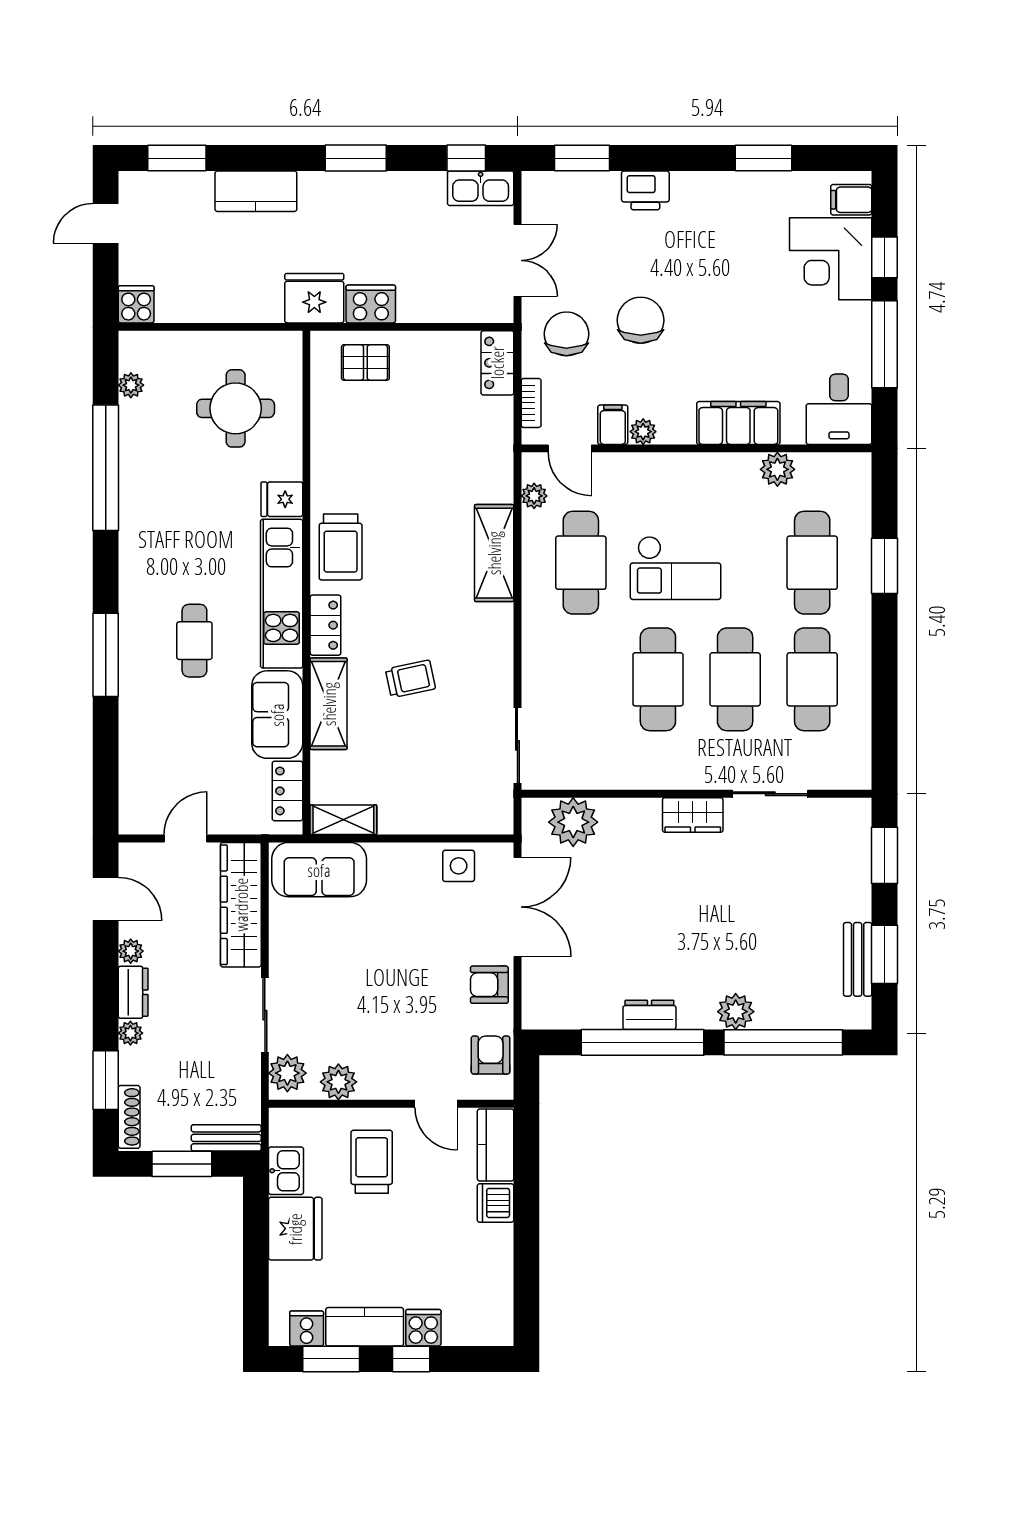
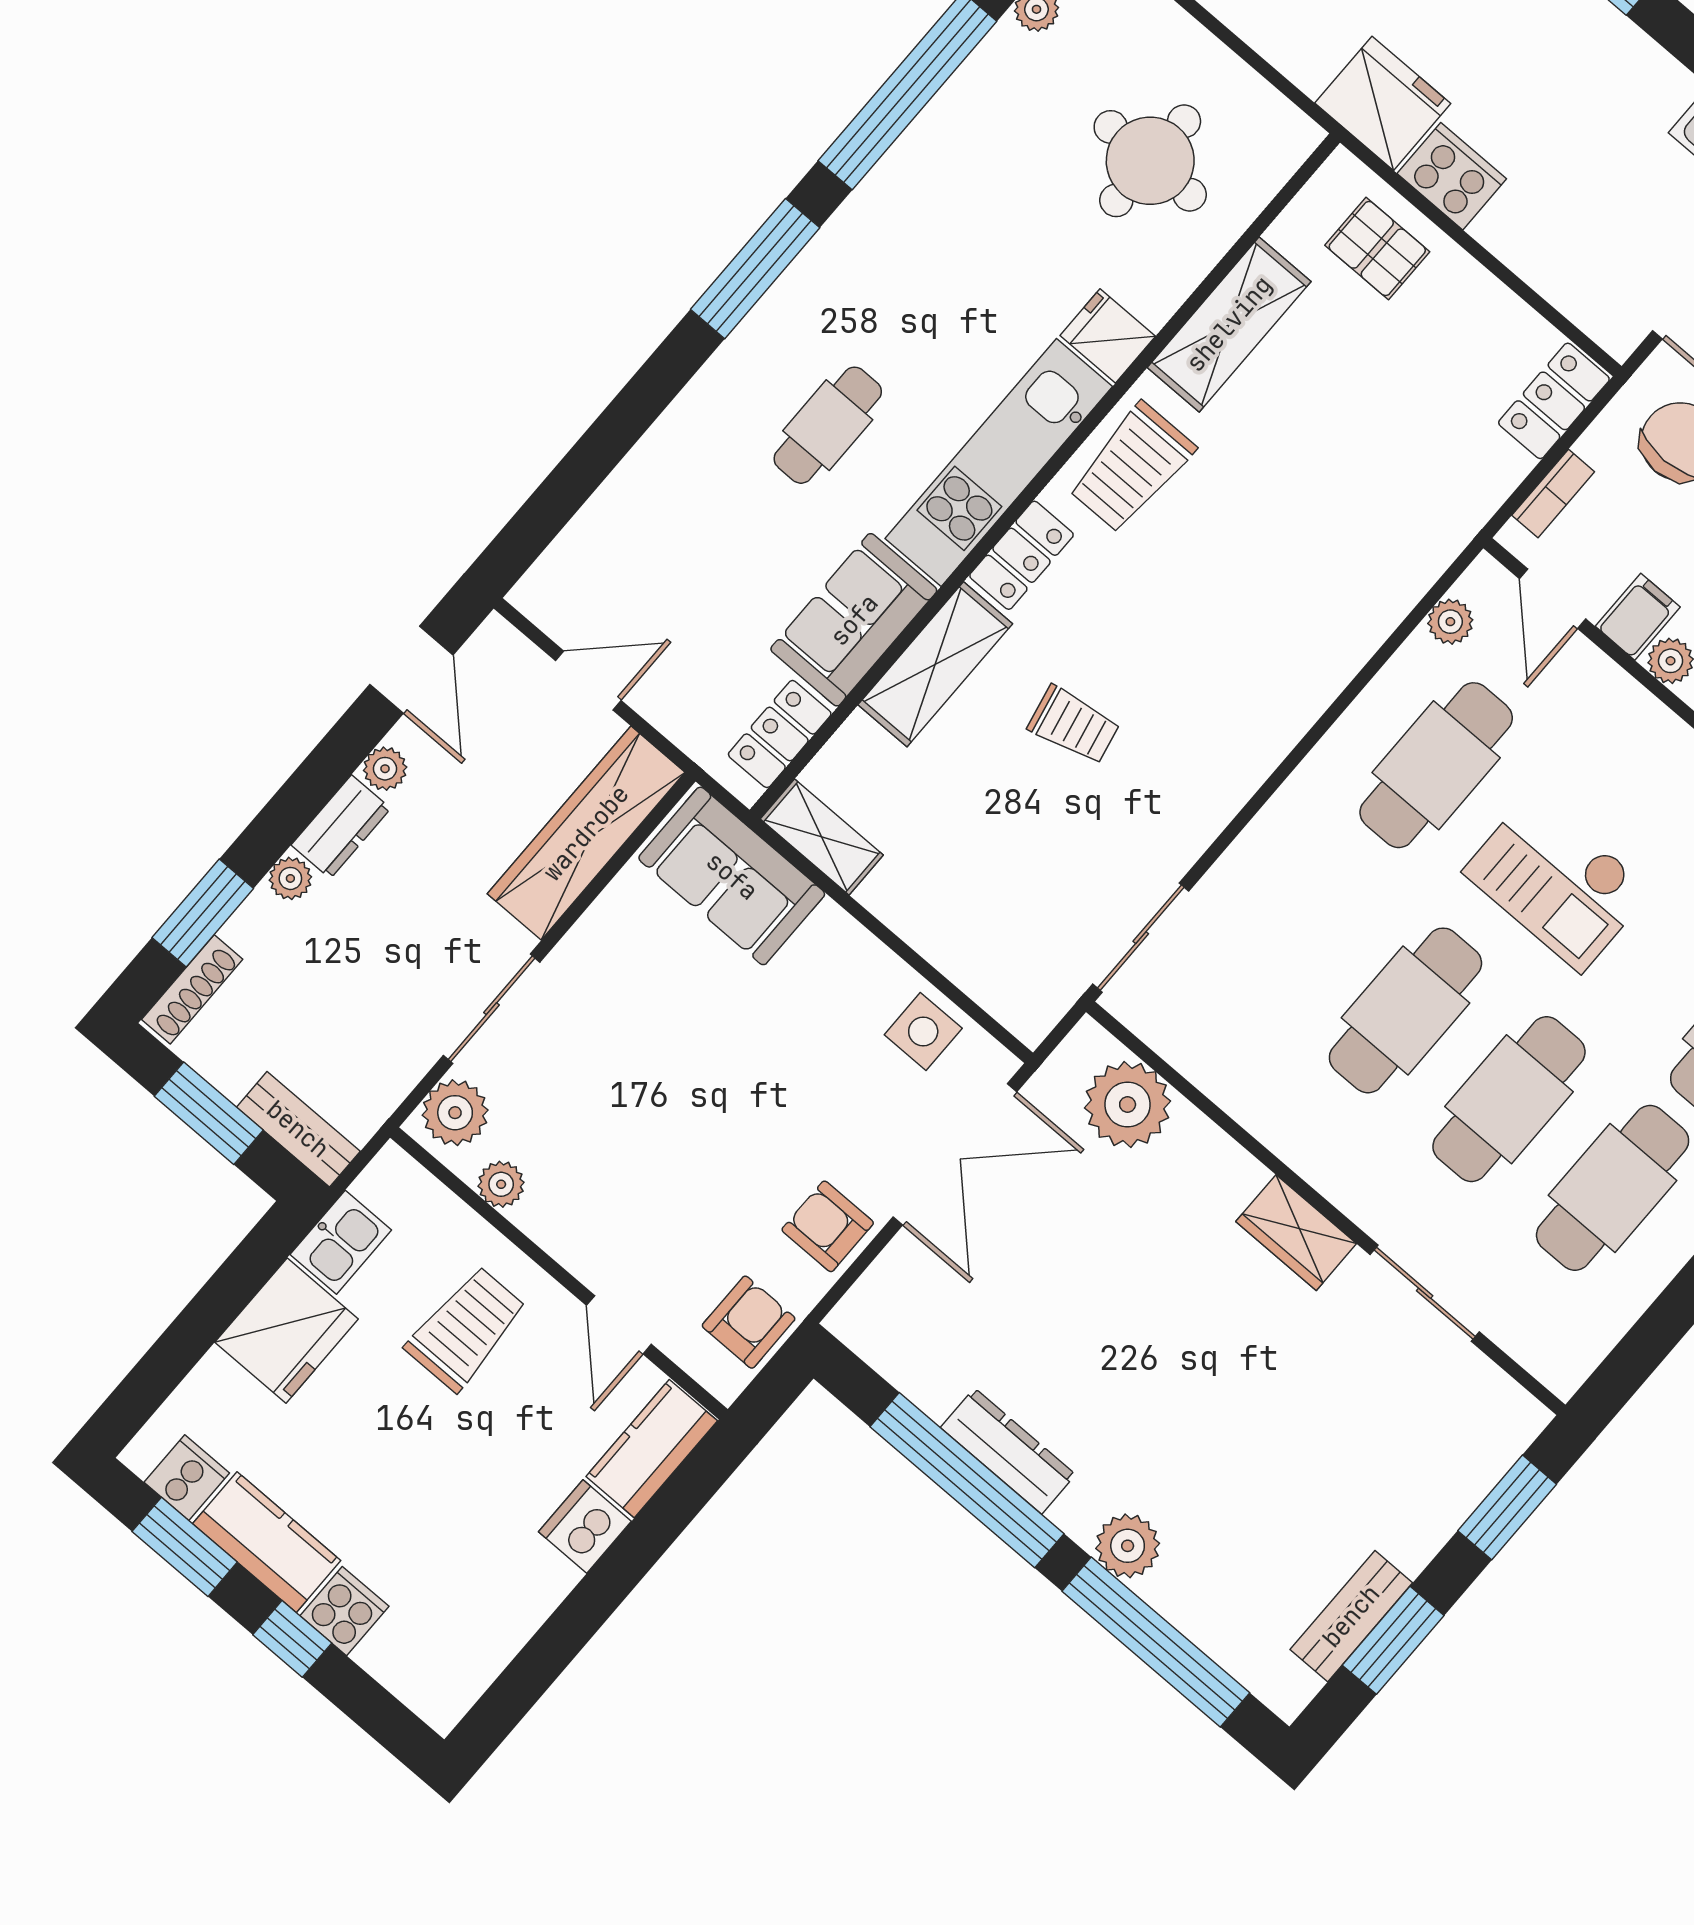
shelving: (494, 553) -> (1229, 324), moved
window: (106, 655) -> (755, 269), moved
dresser: (649, 1015) -> (1008, 1451), width x1.44
plant: (338, 1082) -> (501, 1184), width x0.73, depth x0.73

